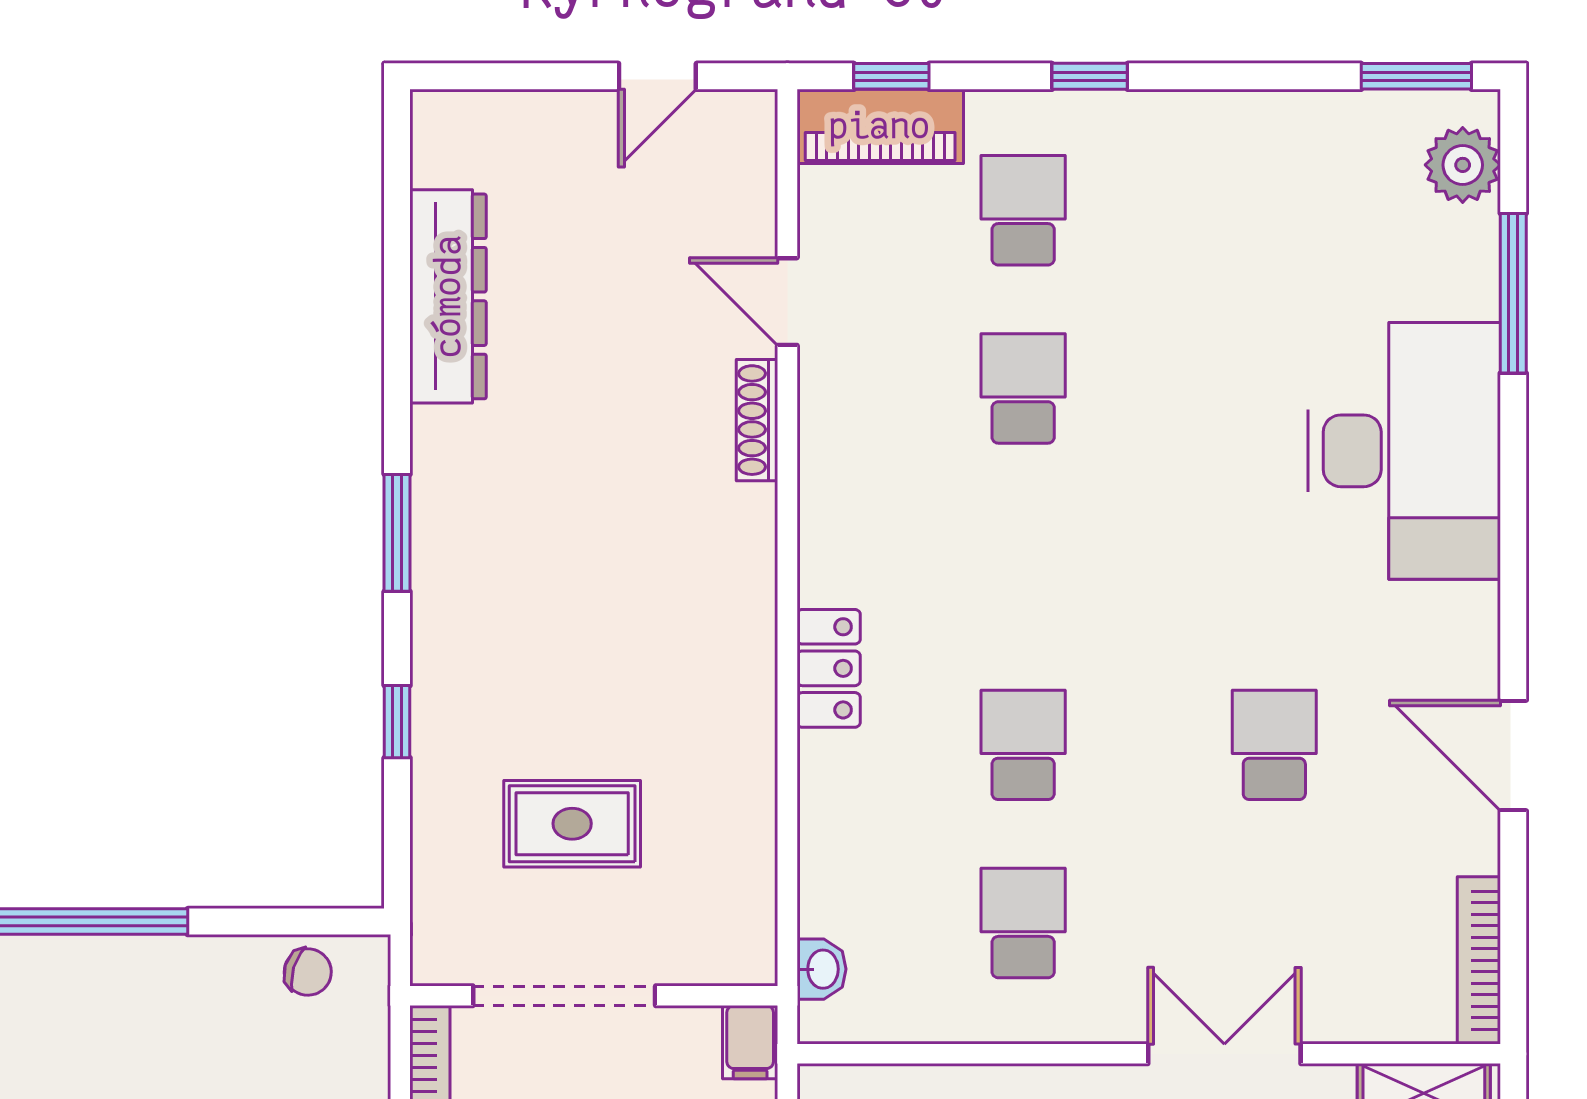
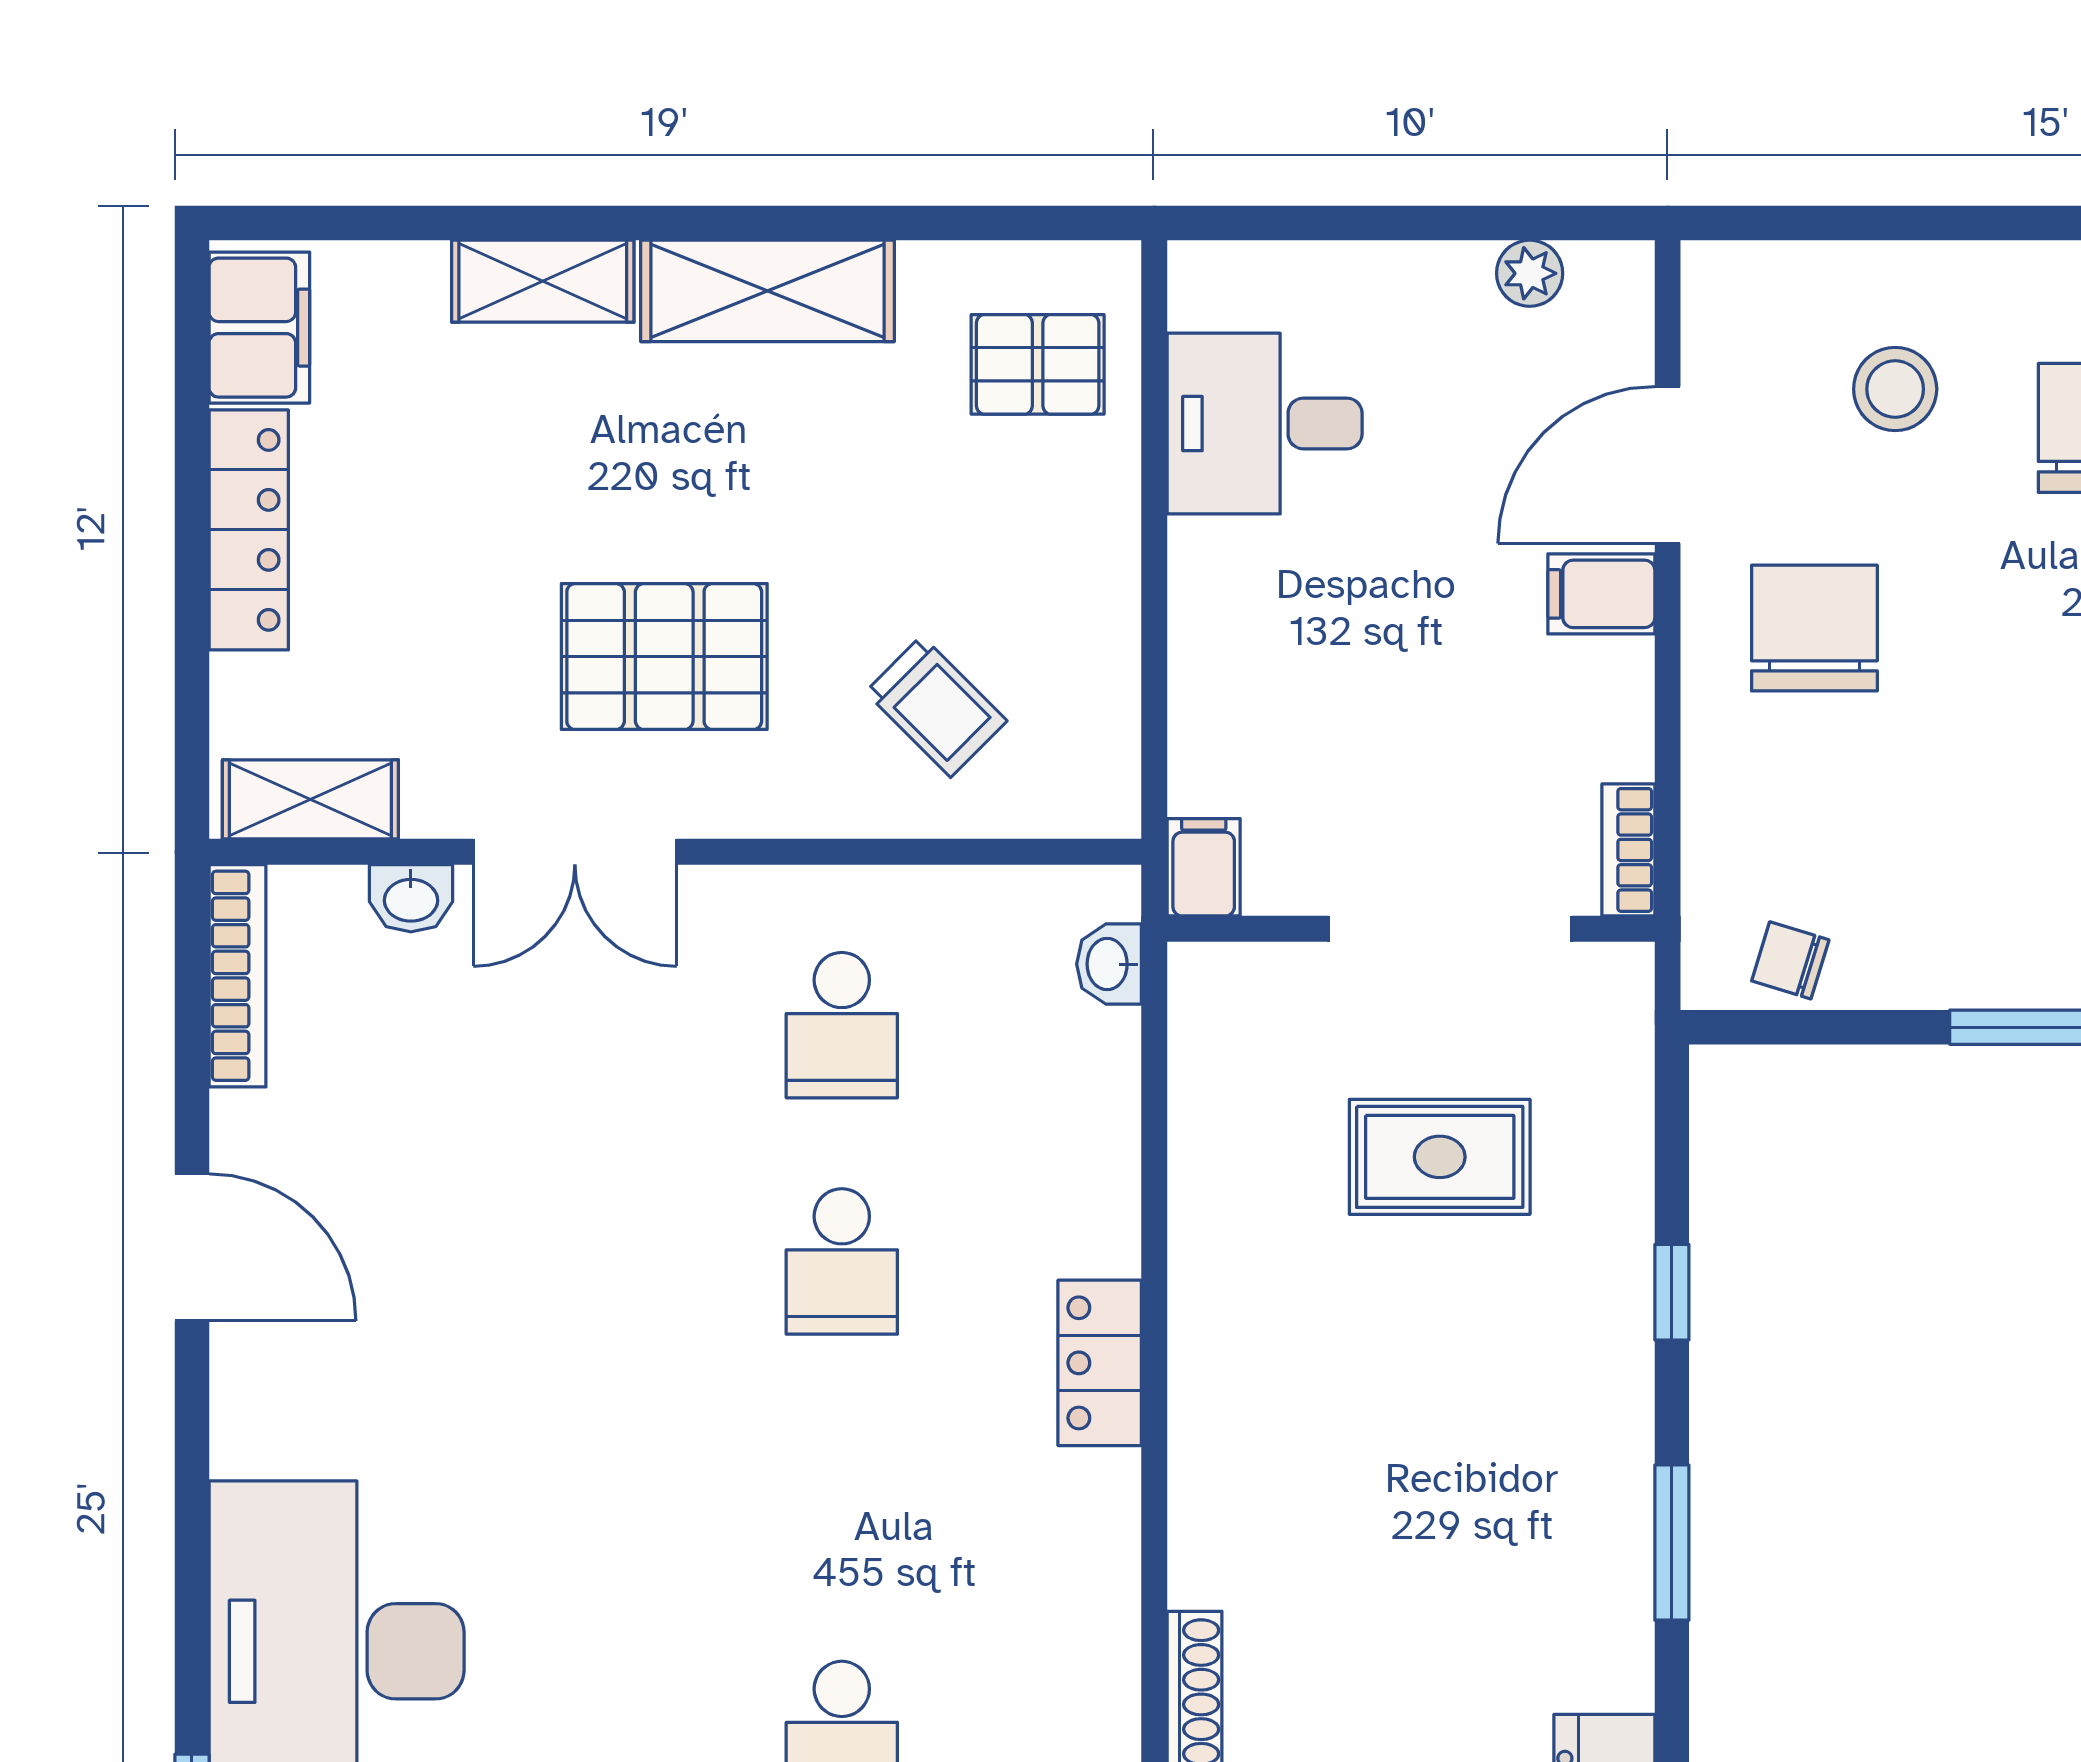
school desk: (1274, 745) -> (509, 1261), removed
washbasin: (1348, 1019) -> (411, 898), added

